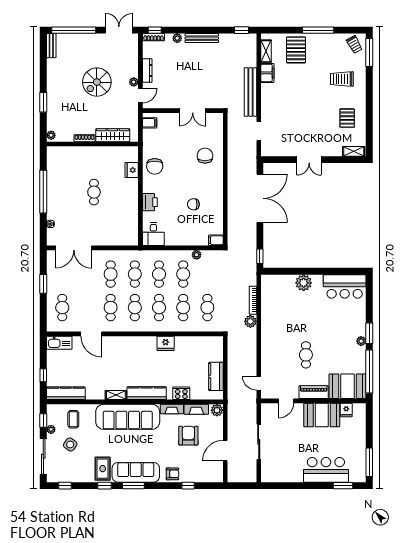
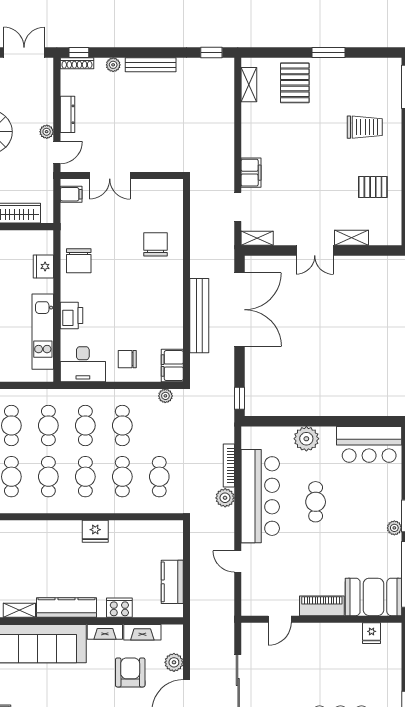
window: (318, 30) -> (329, 53), width x0.69
trolley: (354, 44) -> (384, 74), removed
filing cabinet: (267, 73) -> (251, 173), moved
trolley: (342, 79) -> (365, 127), turned 180
bench: (250, 92) -> (199, 316), moved
double door: (193, 111) -> (110, 175), moved
pallet: (347, 118) -> (373, 187), turned 90
shelving: (354, 151) -> (351, 238), moved
shelving: (271, 152) -> (257, 238), added
chair: (193, 204) -> (127, 359), moved
kitchen unit: (131, 213) -> (43, 332), added
desk: (153, 234) -> (83, 364), width x1.37
filing cabinet: (216, 240) -> (172, 366), width x2.00
plant: (197, 255) -> (165, 396), moved
bar counter: (273, 320) -> (260, 496), added
cafe table: (306, 355) -> (316, 502), moved
door: (259, 383) -> (238, 561), moved
plant: (217, 410) -> (174, 662), moved
booth: (322, 415) -> (334, 641), removed

